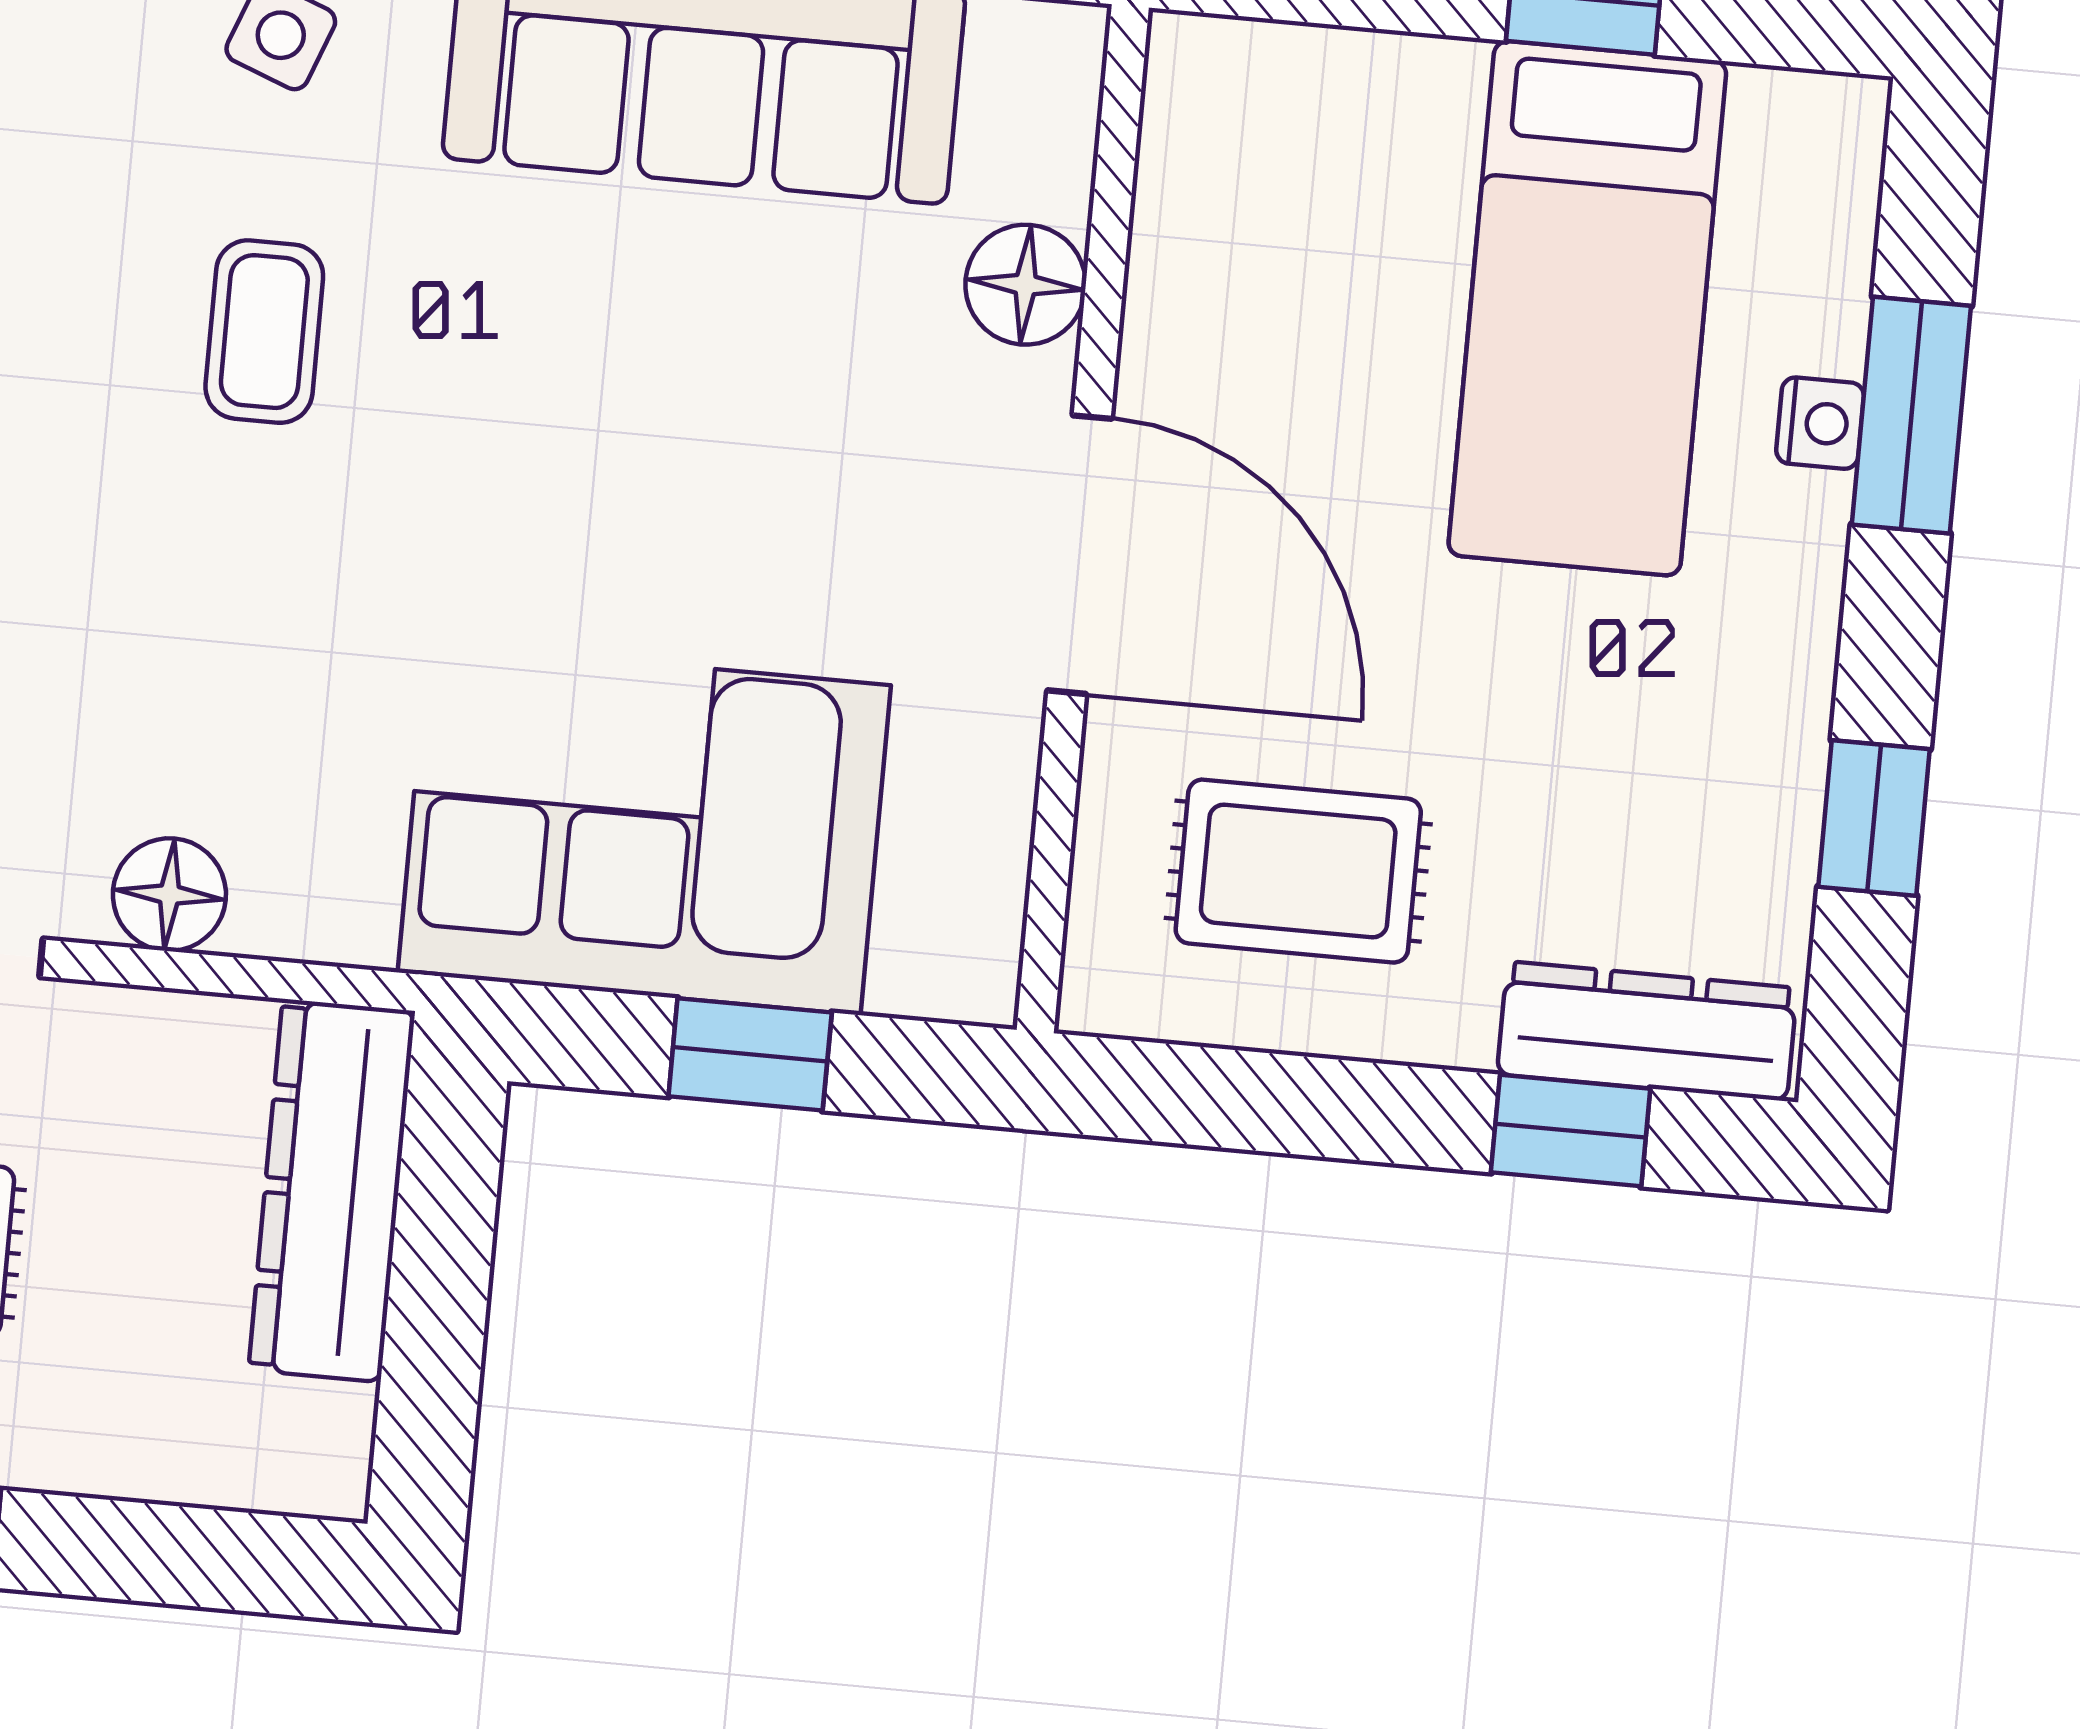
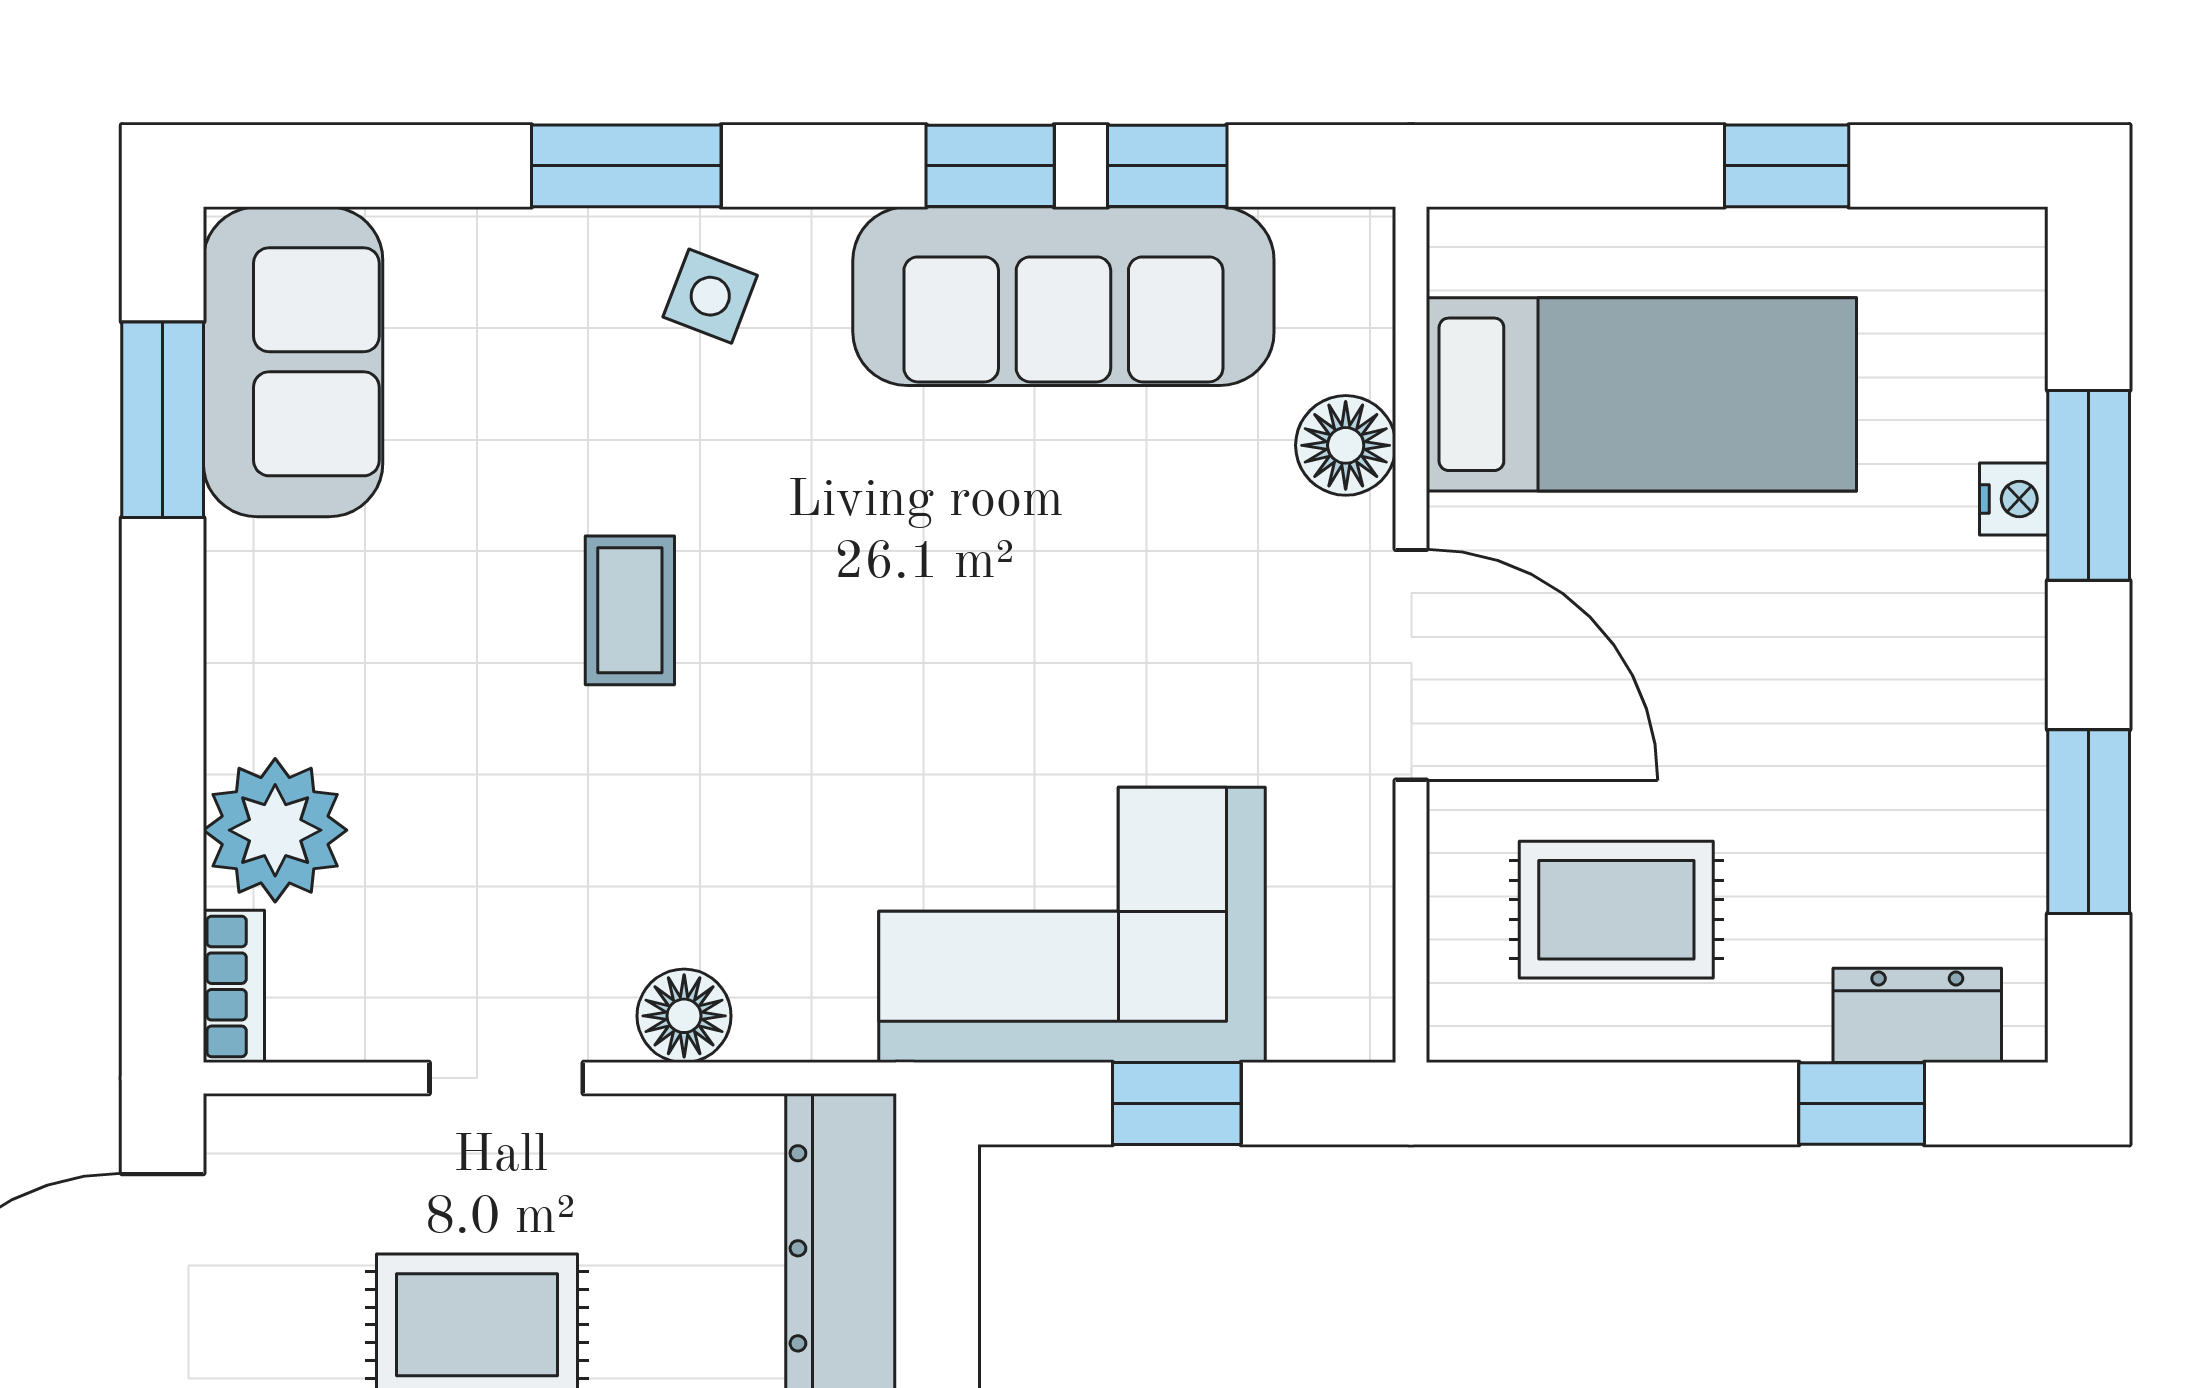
bed: (1587, 308) -> (1641, 394), moved, turned -90
coffee table: (264, 332) -> (630, 610), moved
window: (1874, 818) -> (2089, 822), width x1.50
dresser: (1647, 1031) -> (1917, 1015), width x0.70

